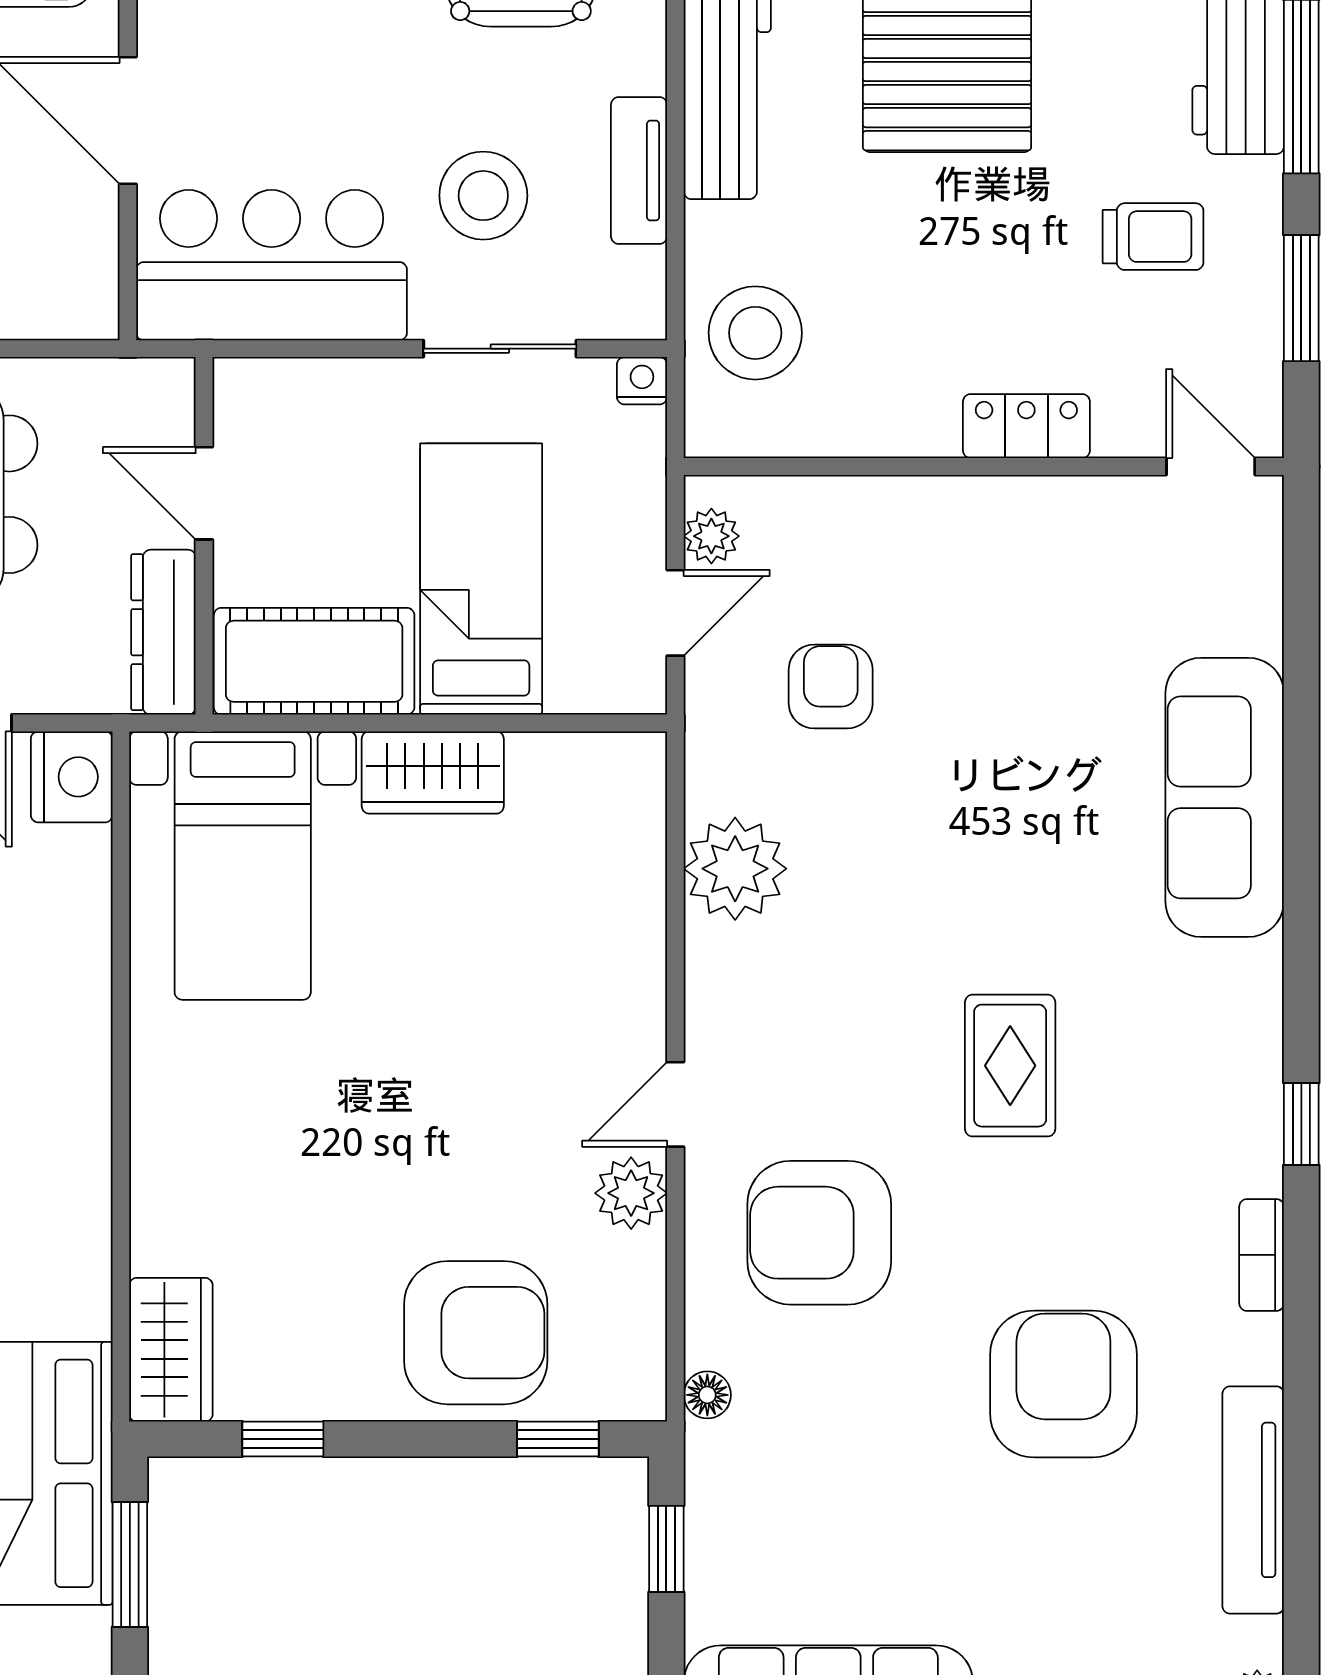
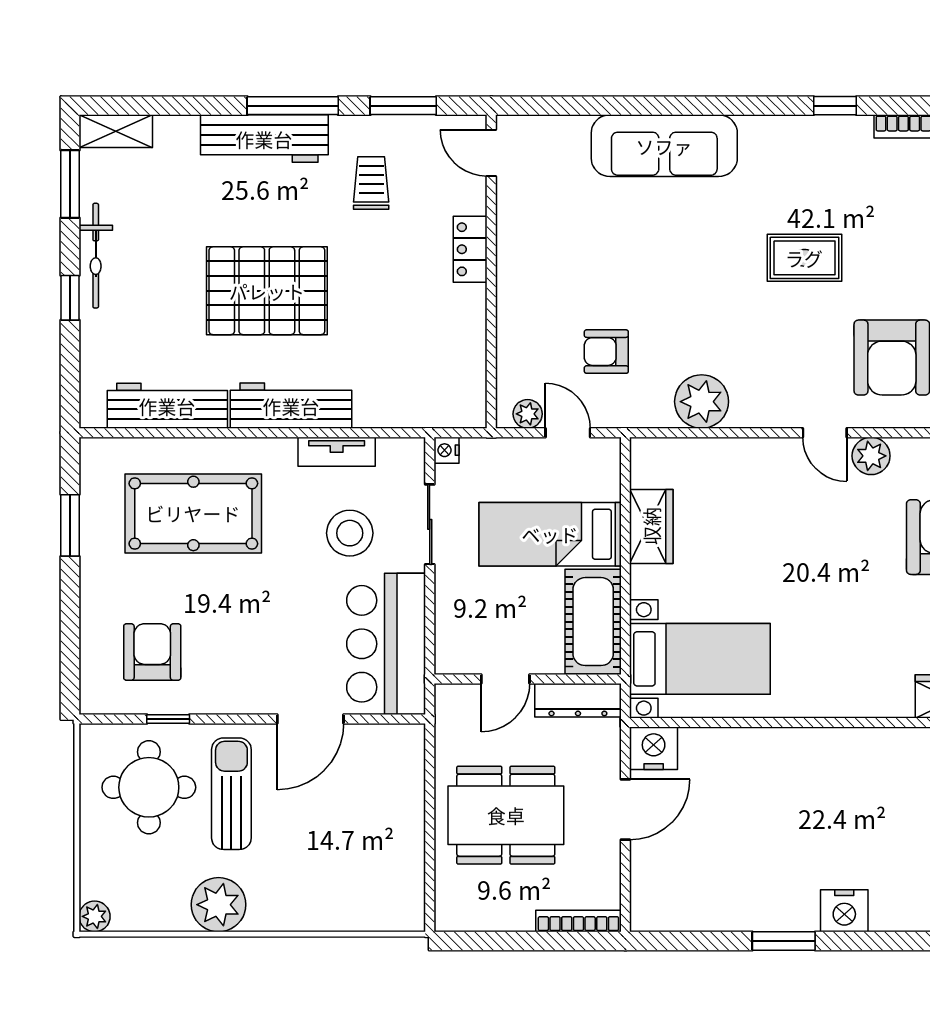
stool: (755, 333) -> (422, 391), removed
door: (1211, 466) -> (491, 153), hinge flipped
wardrobe: (433, 772) -> (651, 526), moved

